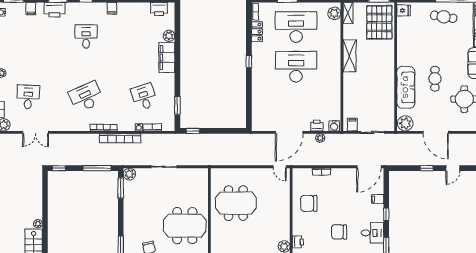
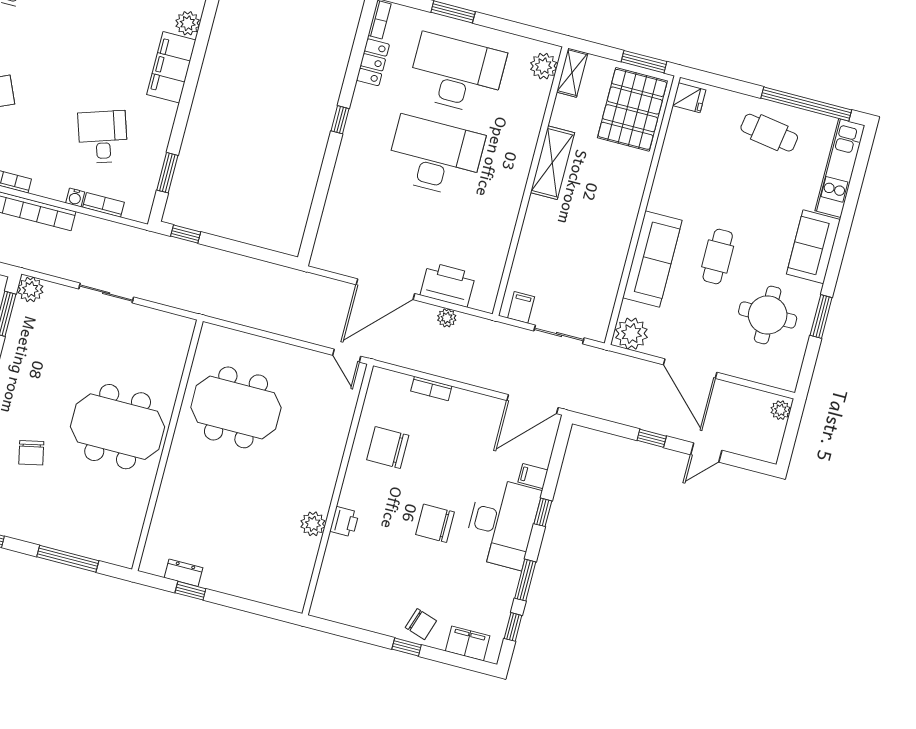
printer: (317, 126) -> (448, 285), width x1.87, depth x1.48
water cooler: (334, 126) -> (482, 300), removed
desk: (372, 233) -> (502, 523), width x1.87, depth x1.30

